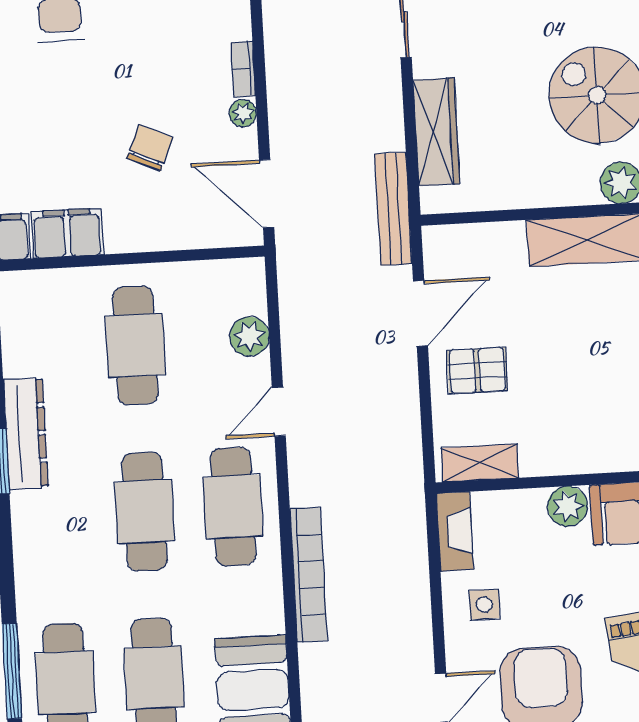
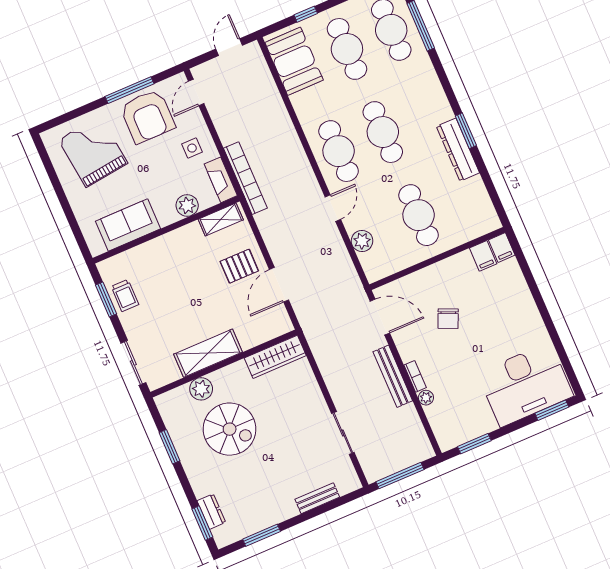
plant: (243, 113) -> (426, 398), moved
wardrobe: (436, 132) -> (275, 357), moved, turned -90
bench: (393, 209) -> (393, 376), moved
filing cabinet: (67, 233) -> (483, 256), width x0.50
plant: (568, 506) -> (187, 205), moved
bookcase: (309, 575) -> (245, 178), moved, turned 180

